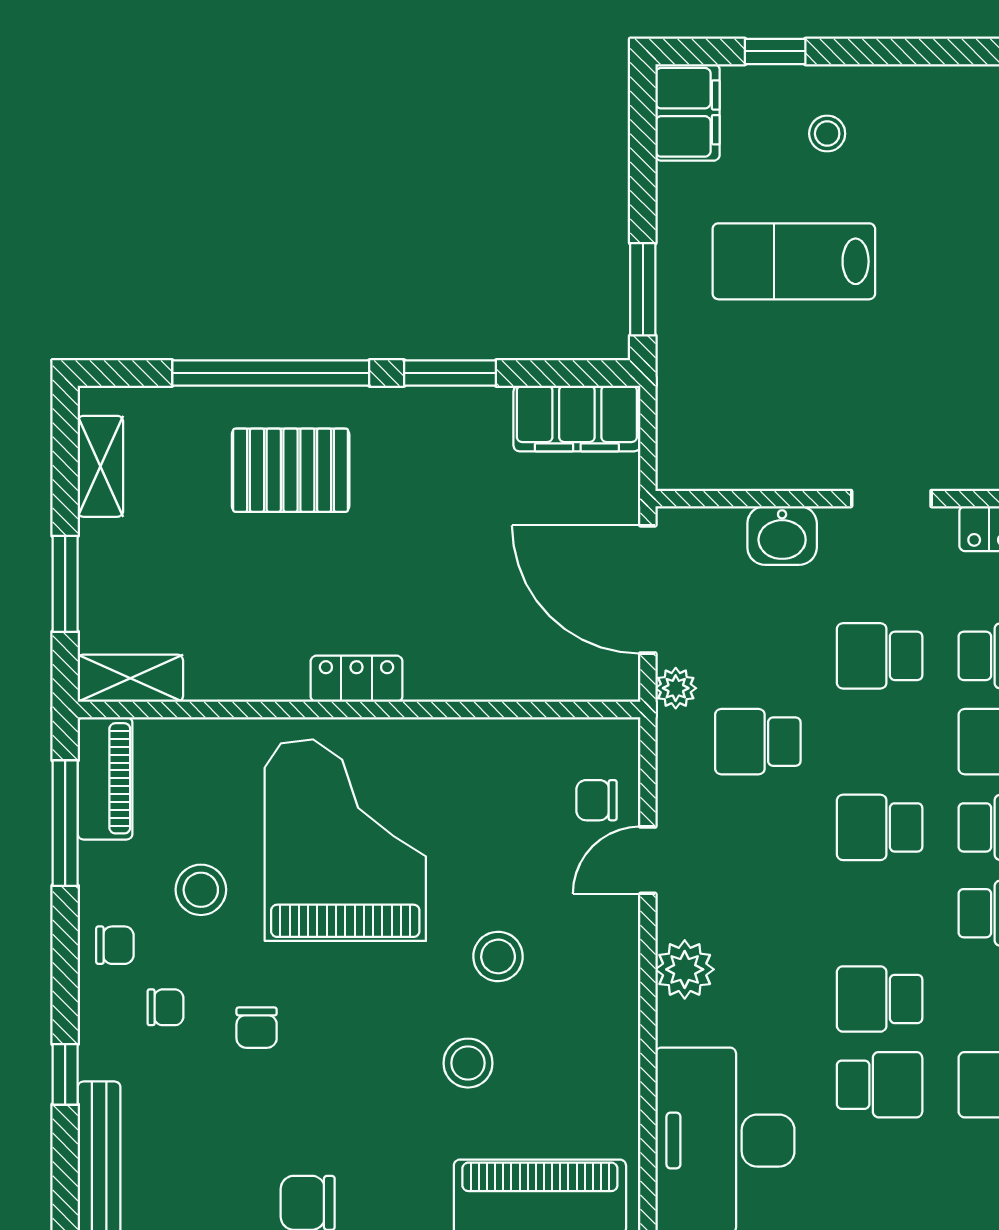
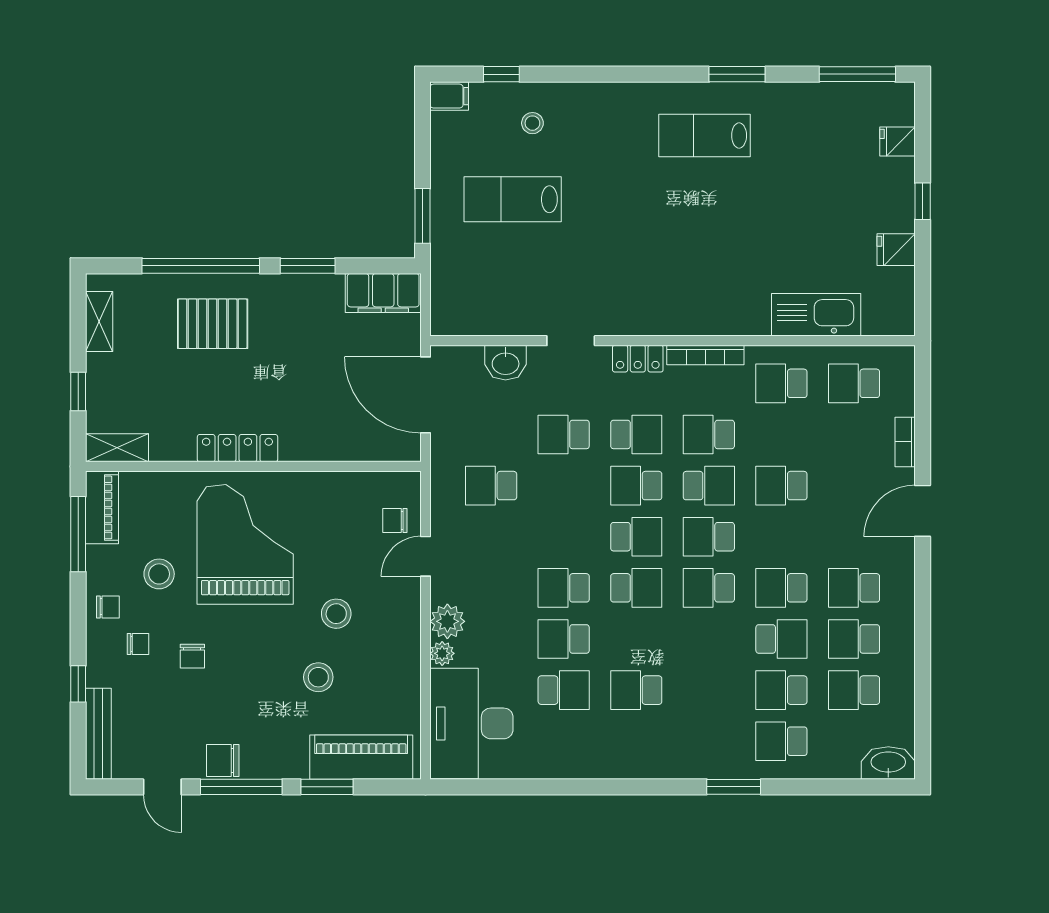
filing cabinet: (688, 112) -> (449, 96), width x0.50
window: (65, 584) -> (78, 392), width x0.67
locker: (357, 679) -> (237, 448), width x1.53
plant: (676, 688) -> (442, 653), moved
school desk: (880, 827) -> (564, 588), moved

